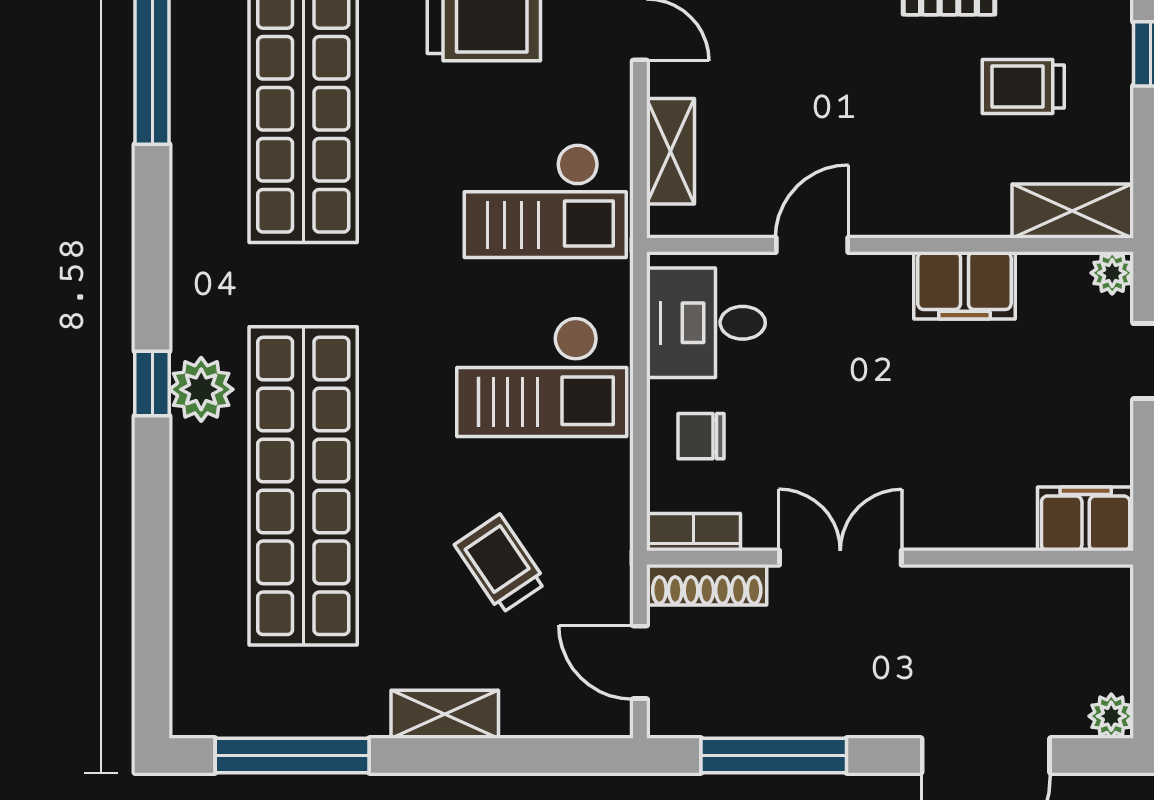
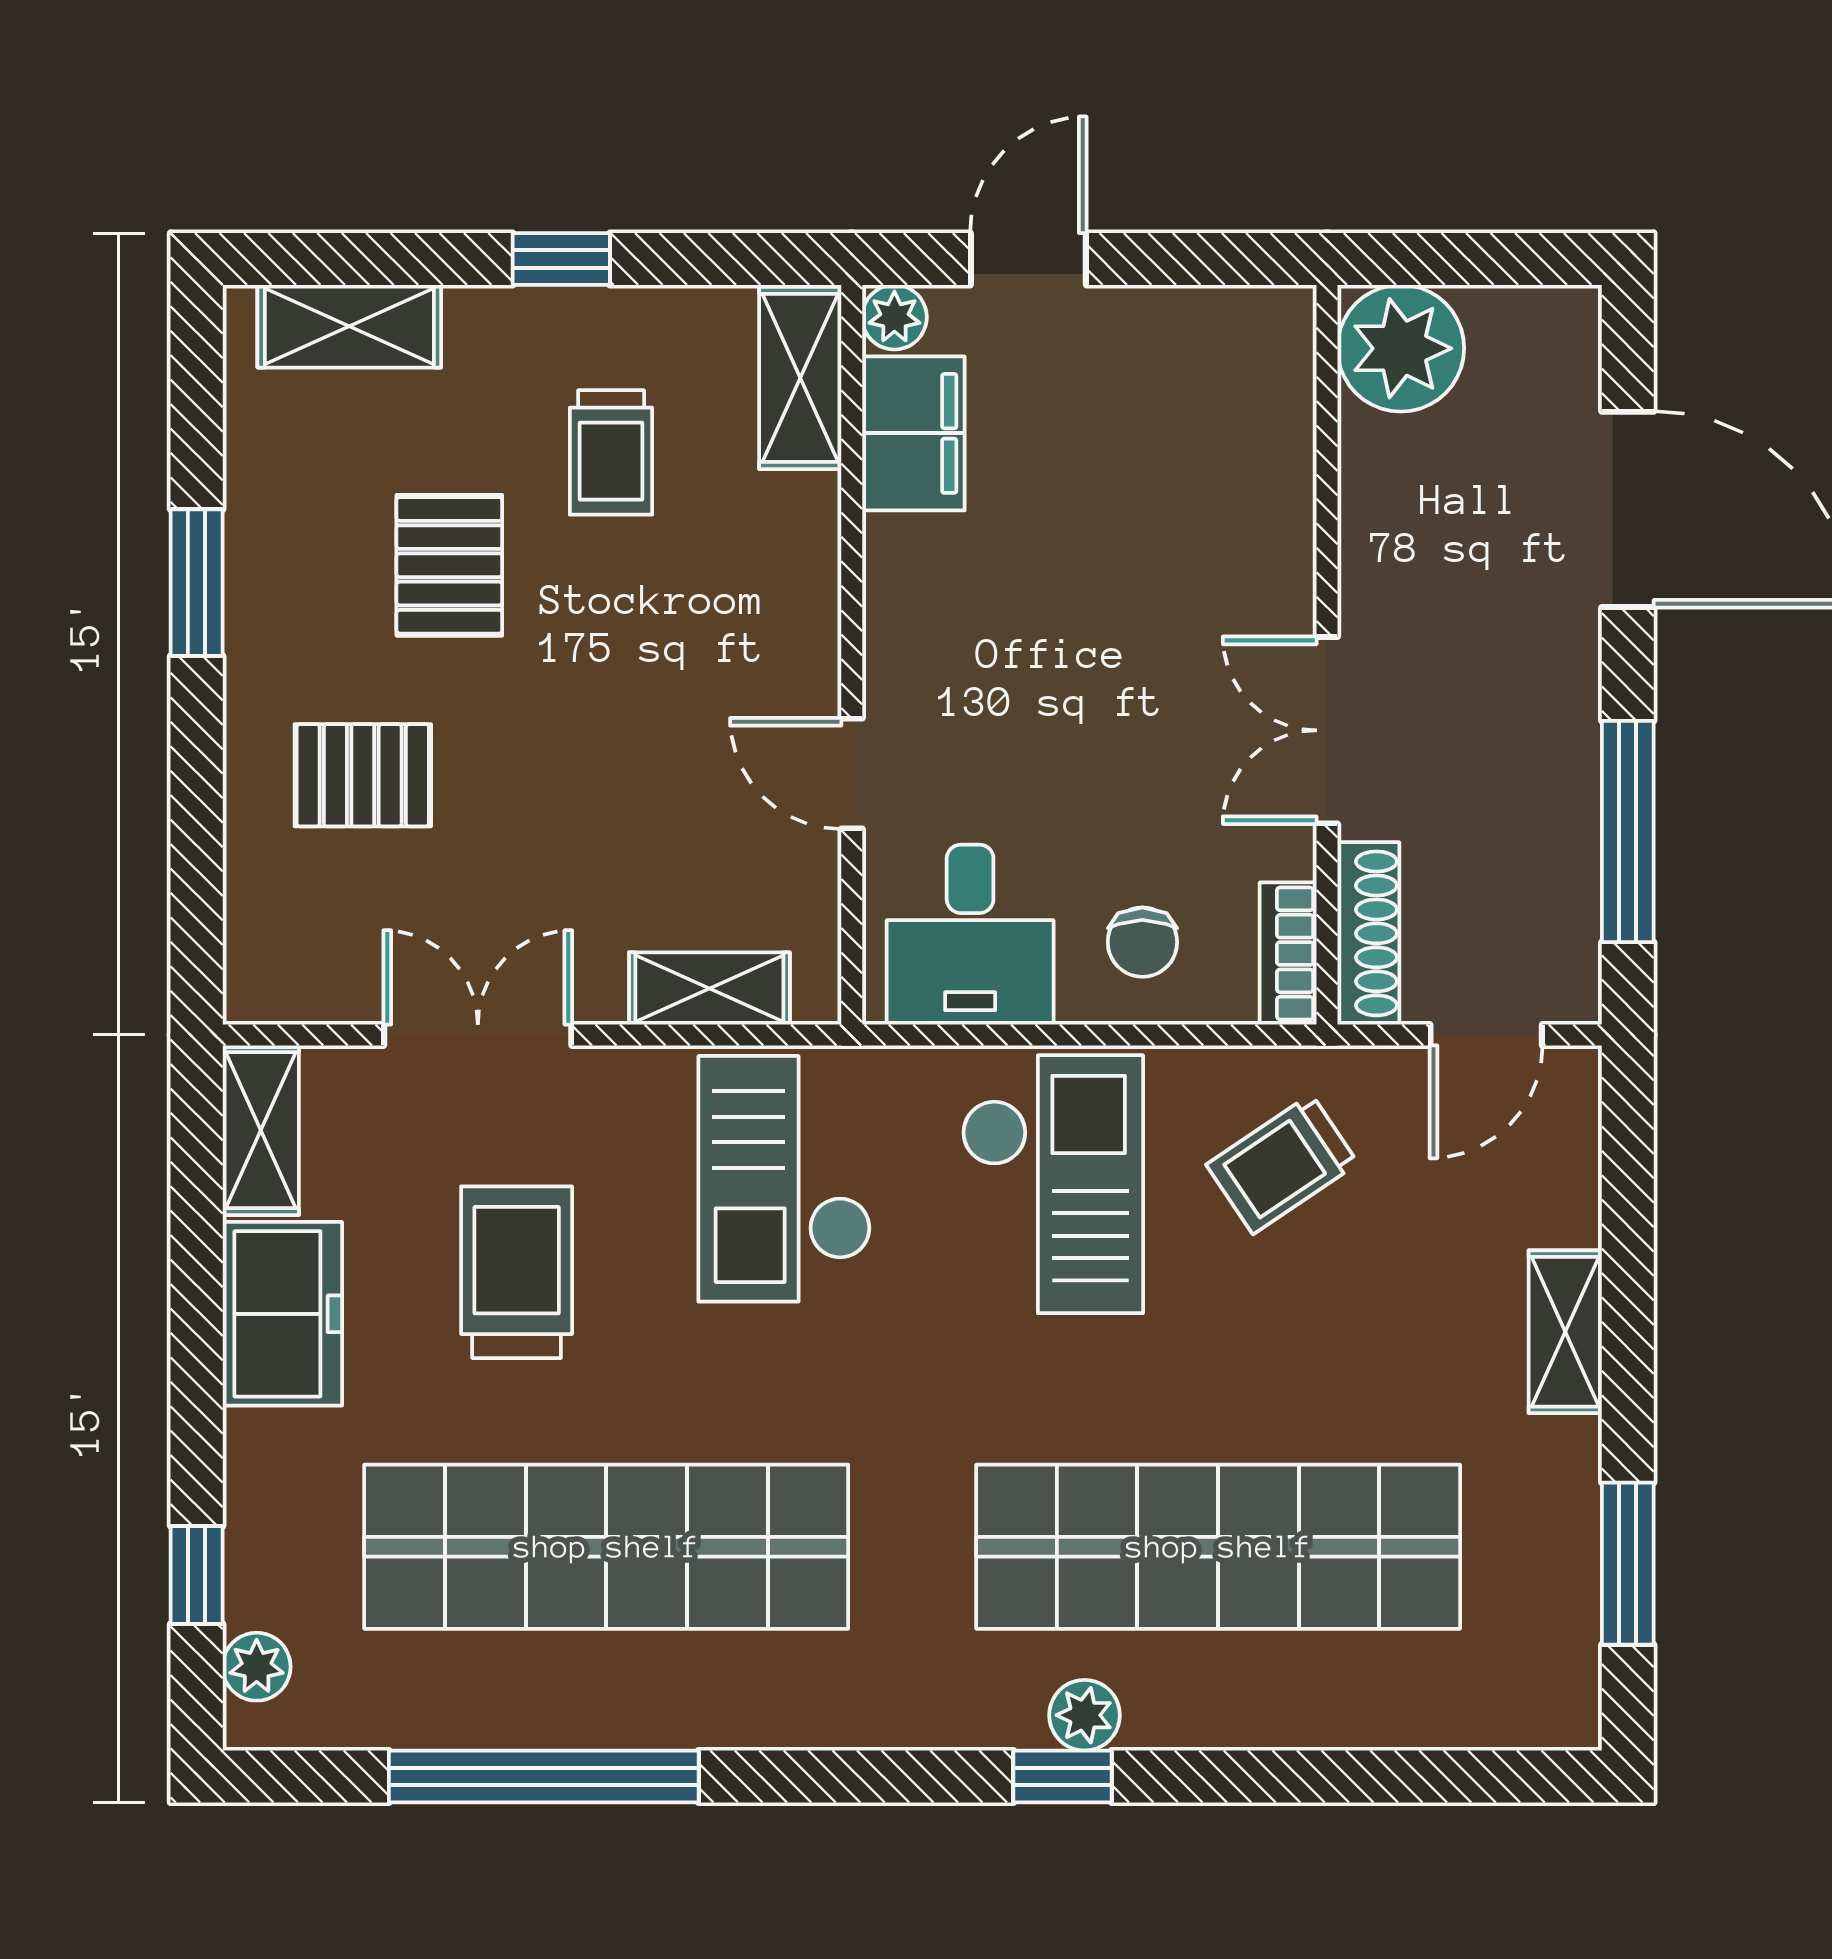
checkout: (545, 201) -> (785, 1179), turned 180
filing cabinet: (964, 285) -> (913, 433), moved
plant: (201, 389) -> (1085, 1715), width x0.73, depth x0.73
filing cabinet: (1086, 519) -> (1268, 358), removed
trolley: (500, 564) -> (1282, 1164), moved
plant: (1111, 716) -> (1401, 348), moved, width x1.87, depth x1.87
window: (292, 755) -> (1628, 1564), width x0.69

